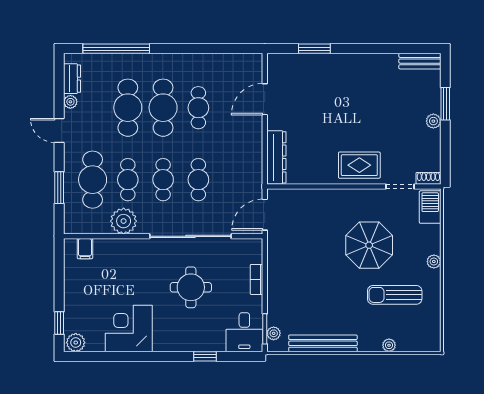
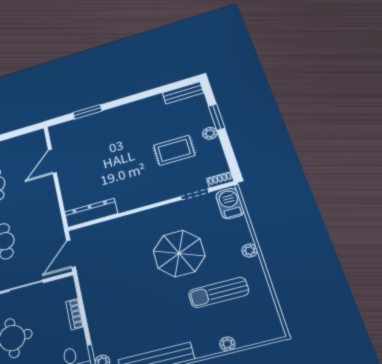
dresser: (276, 157) -> (91, 213), moved, turned -90
rug: (359, 165) -> (174, 150), moved

